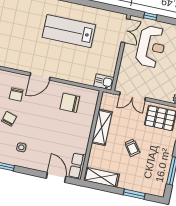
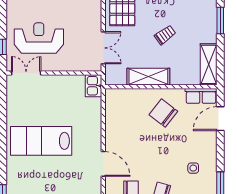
lab bench: (69, 31) -> (41, 141), turned 90
chair: (70, 103) -> (163, 113), moved, turned 128

